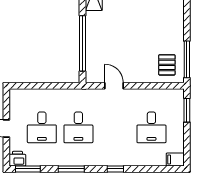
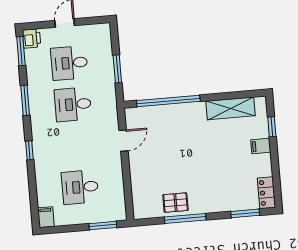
window: (187, 59) -> (185, 219), moved
pallet: (167, 65) -> (175, 203), moved
window: (51, 86) -> (117, 69), added

